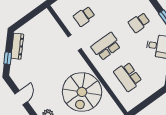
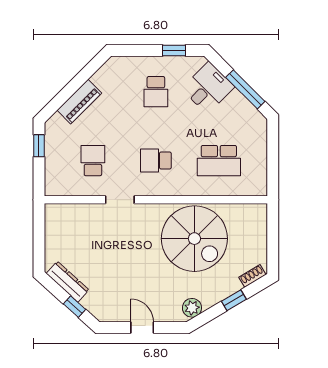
school desk: (84, 16) -> (93, 161), turned 180
school desk: (106, 46) -> (156, 161), width x0.54

